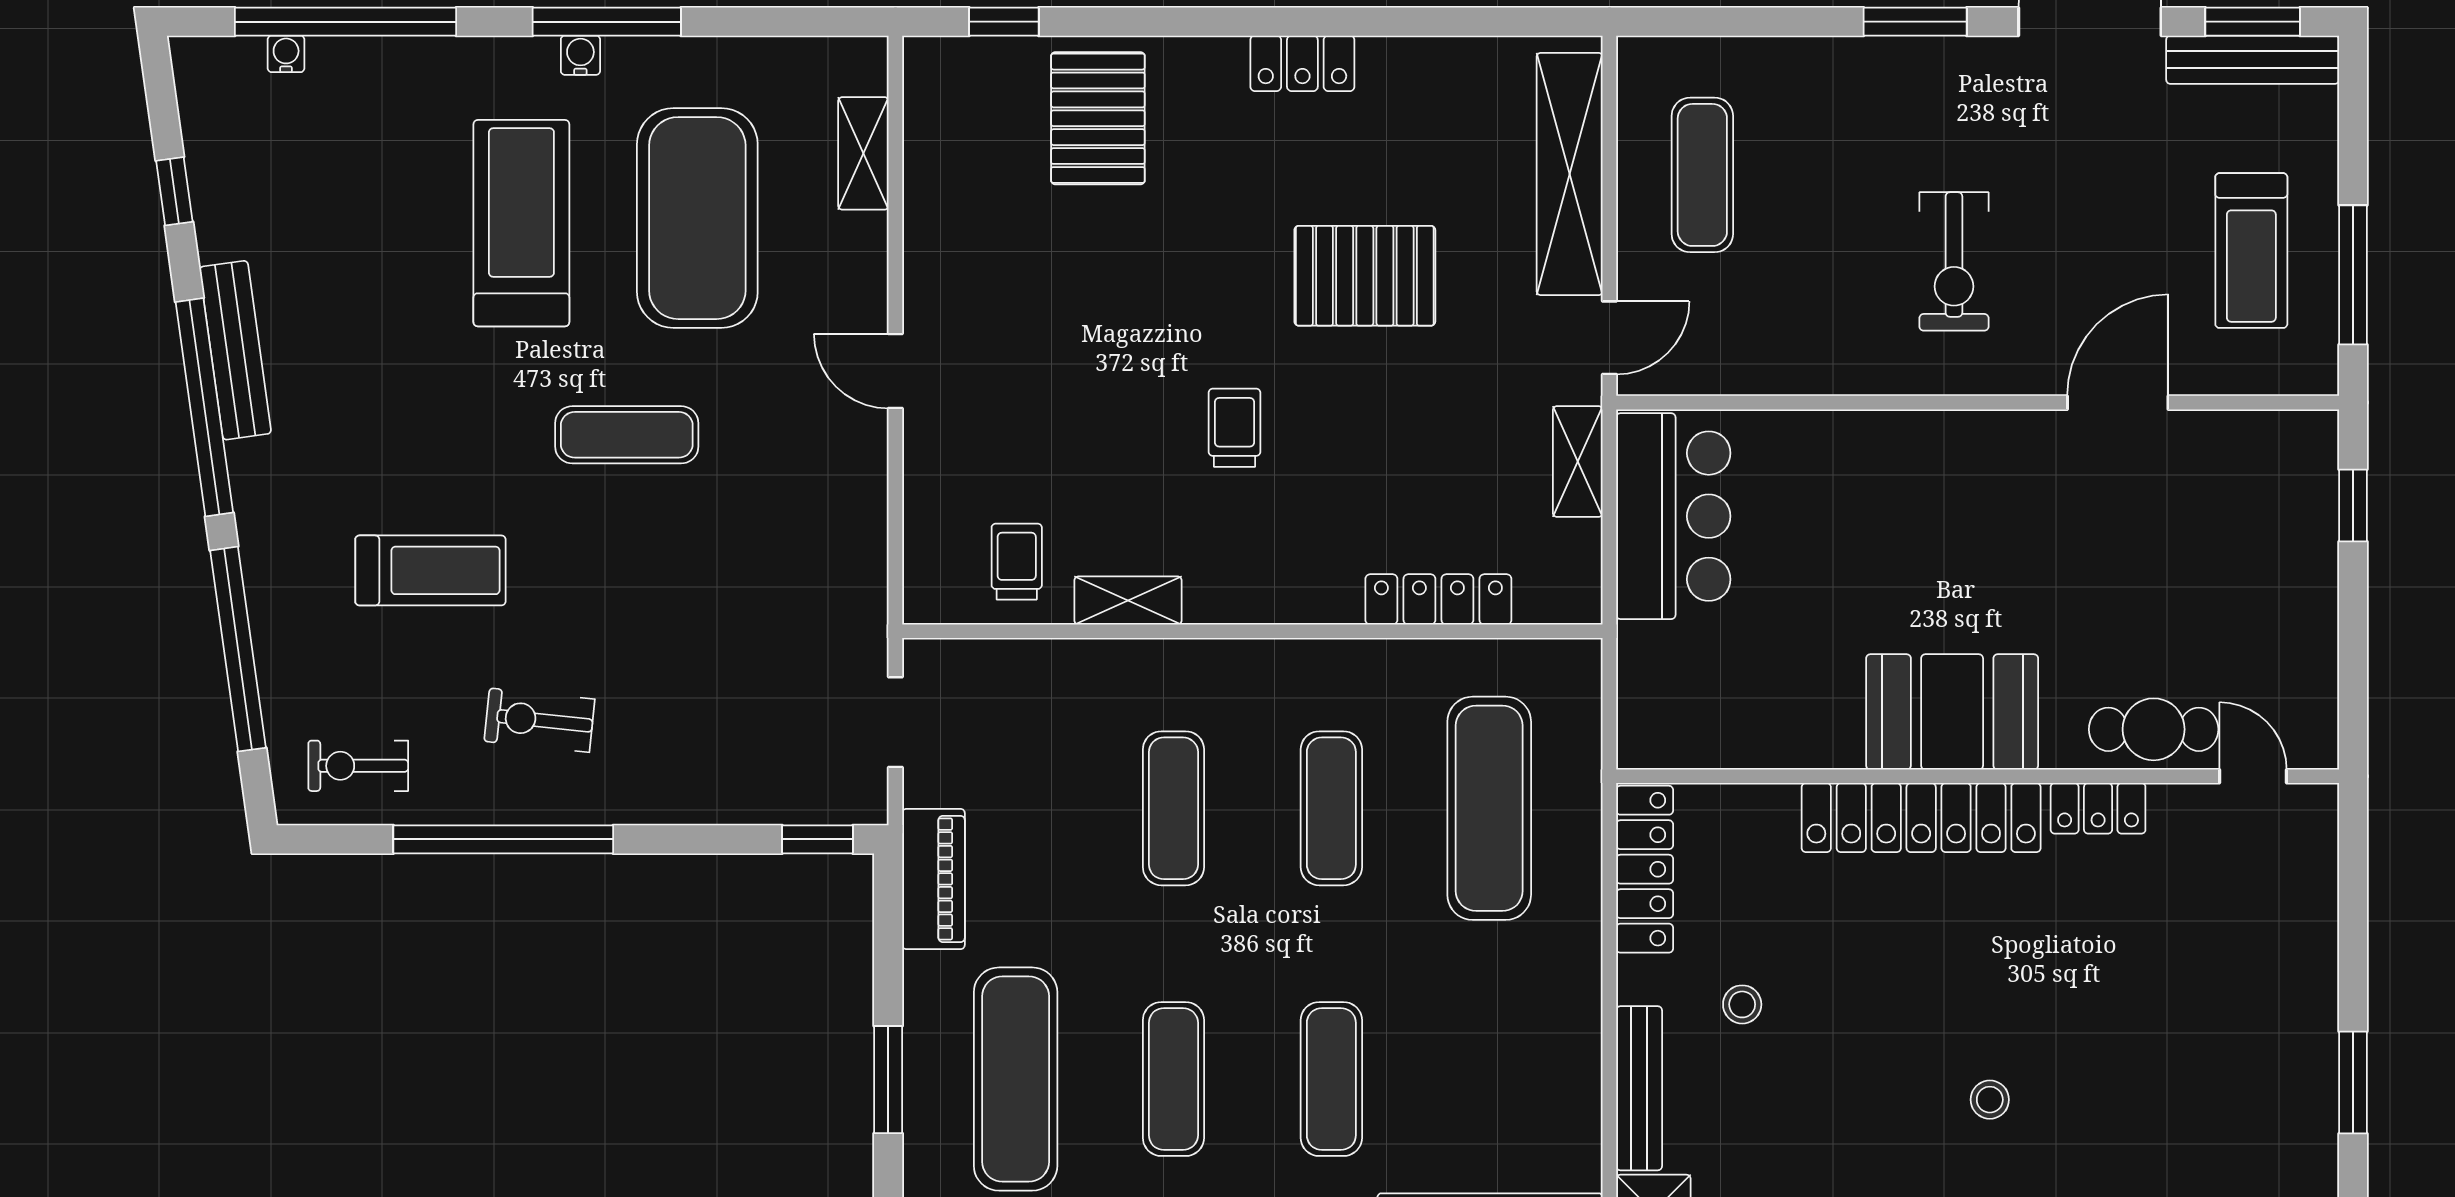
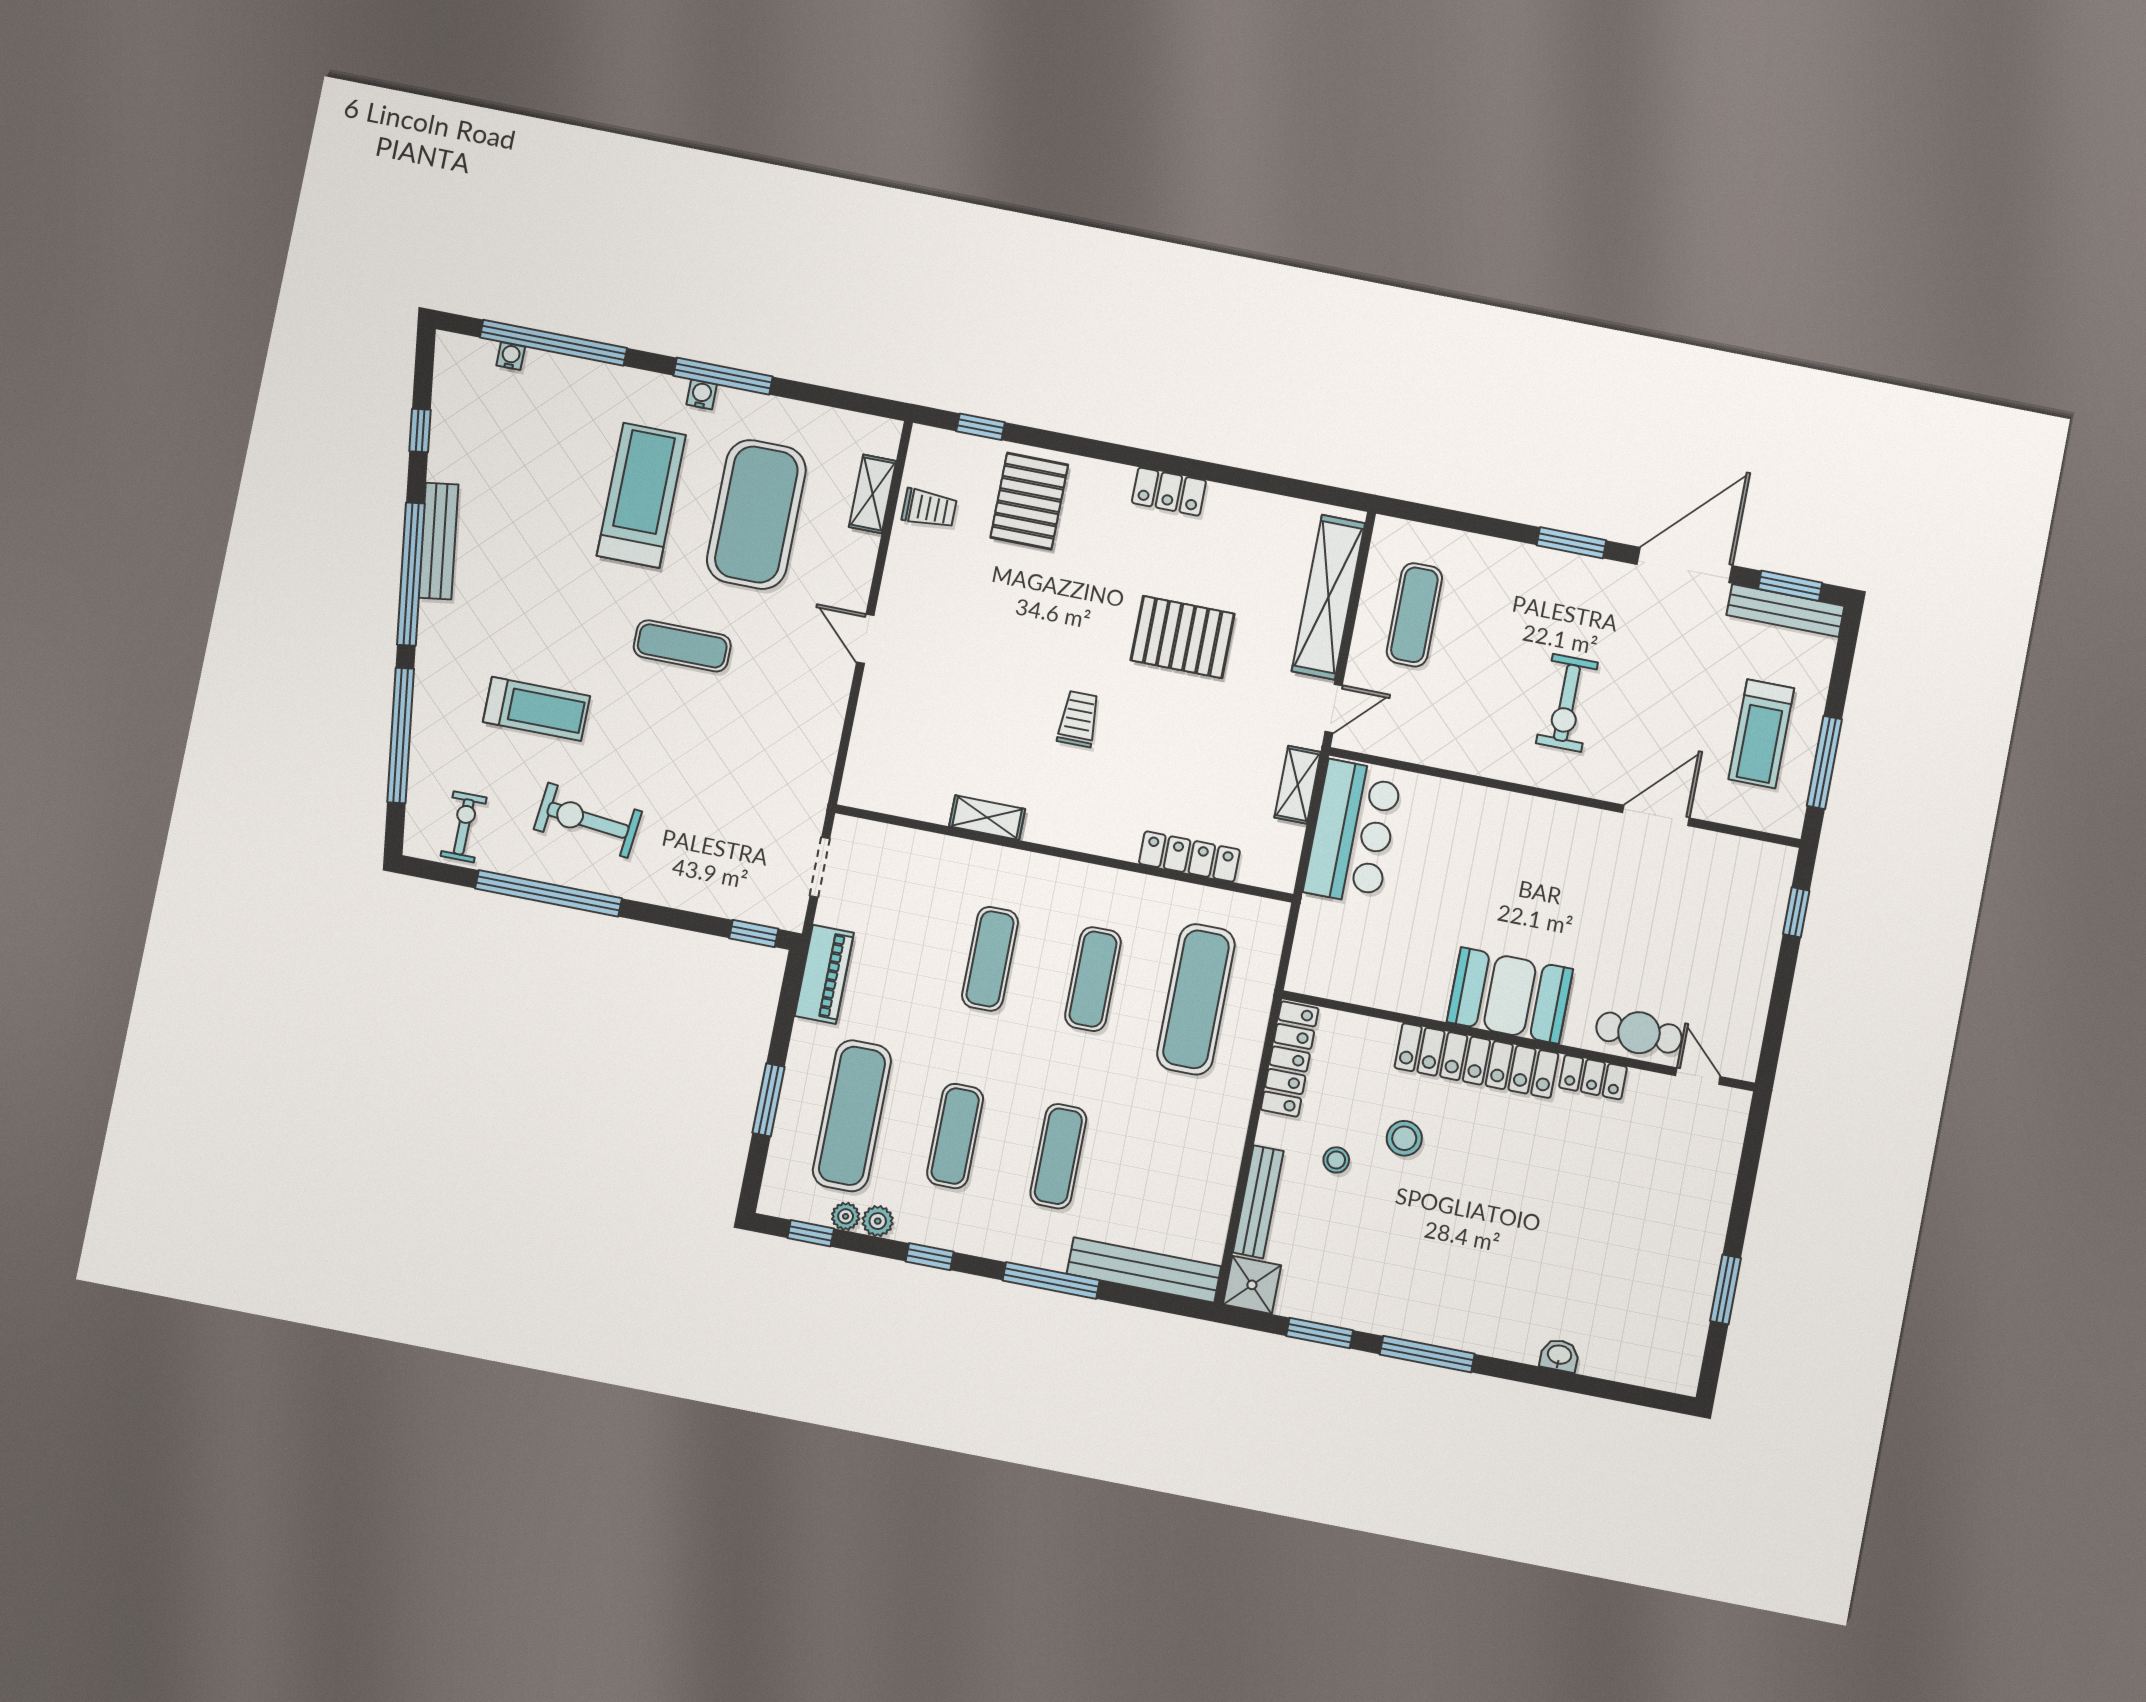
trolley: (1017, 562) -> (929, 508), moved, turned 90
exercise bike: (540, 720) -> (588, 820), width x1.38, depth x1.39
exercise bike: (358, 766) -> (464, 827), turned 90
stool: (1990, 1100) -> (1404, 1138), moved, width x1.37, depth x1.37

